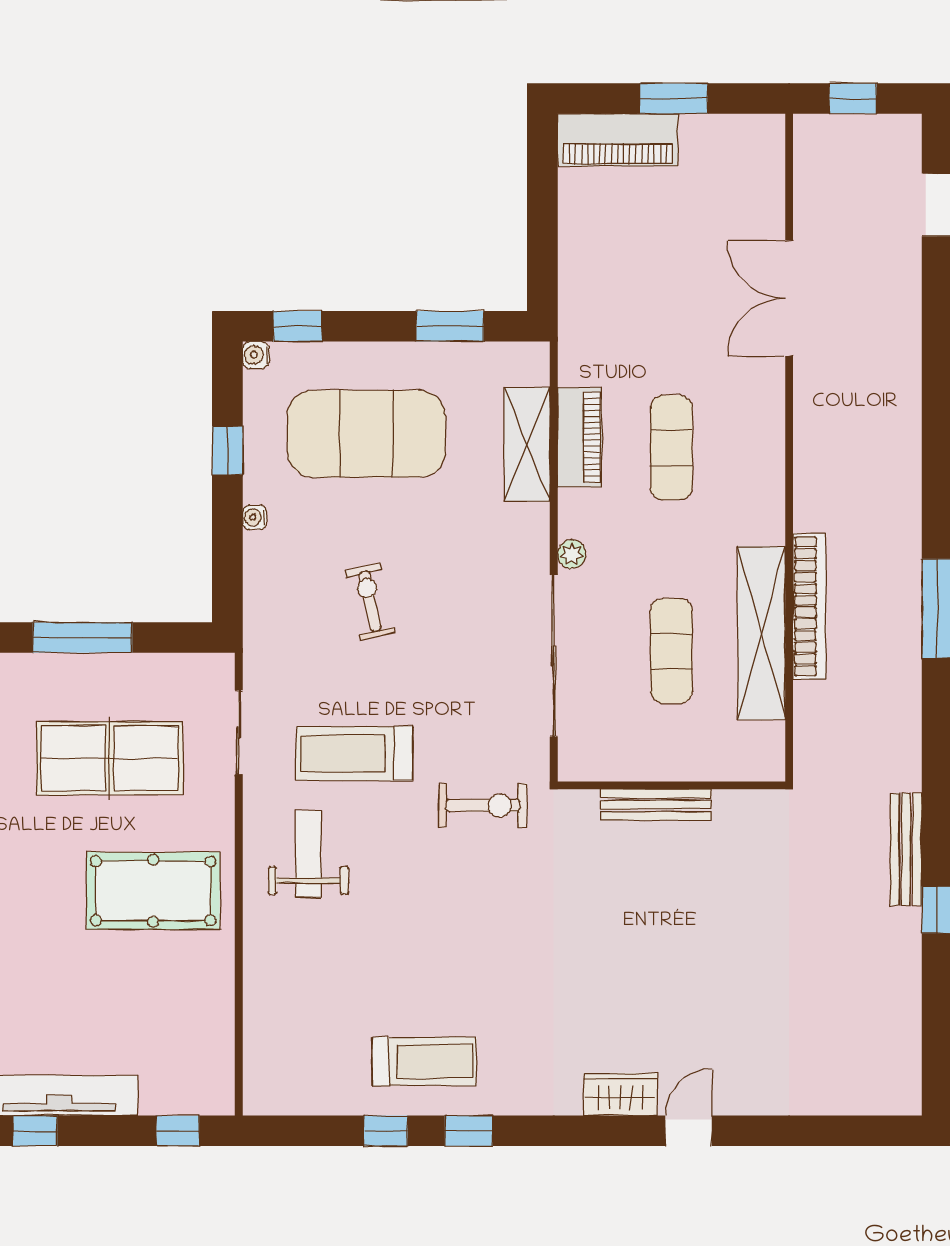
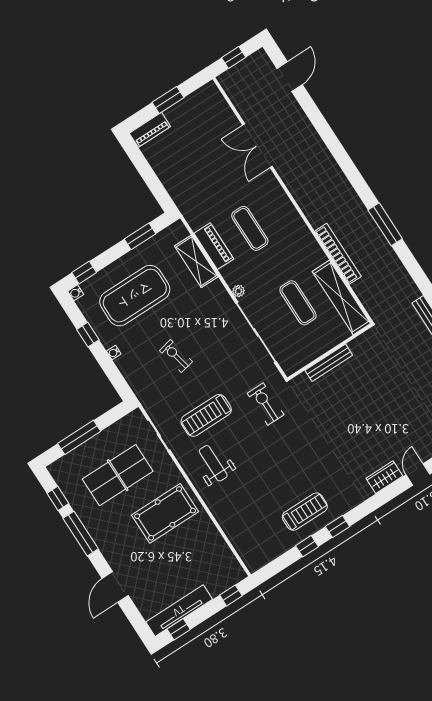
piano: (618, 140) -> (150, 130), width x0.73, depth x0.75
shelving: (762, 633) -> (341, 297), moved
exercise bike: (483, 805) -> (266, 404), turned -90

